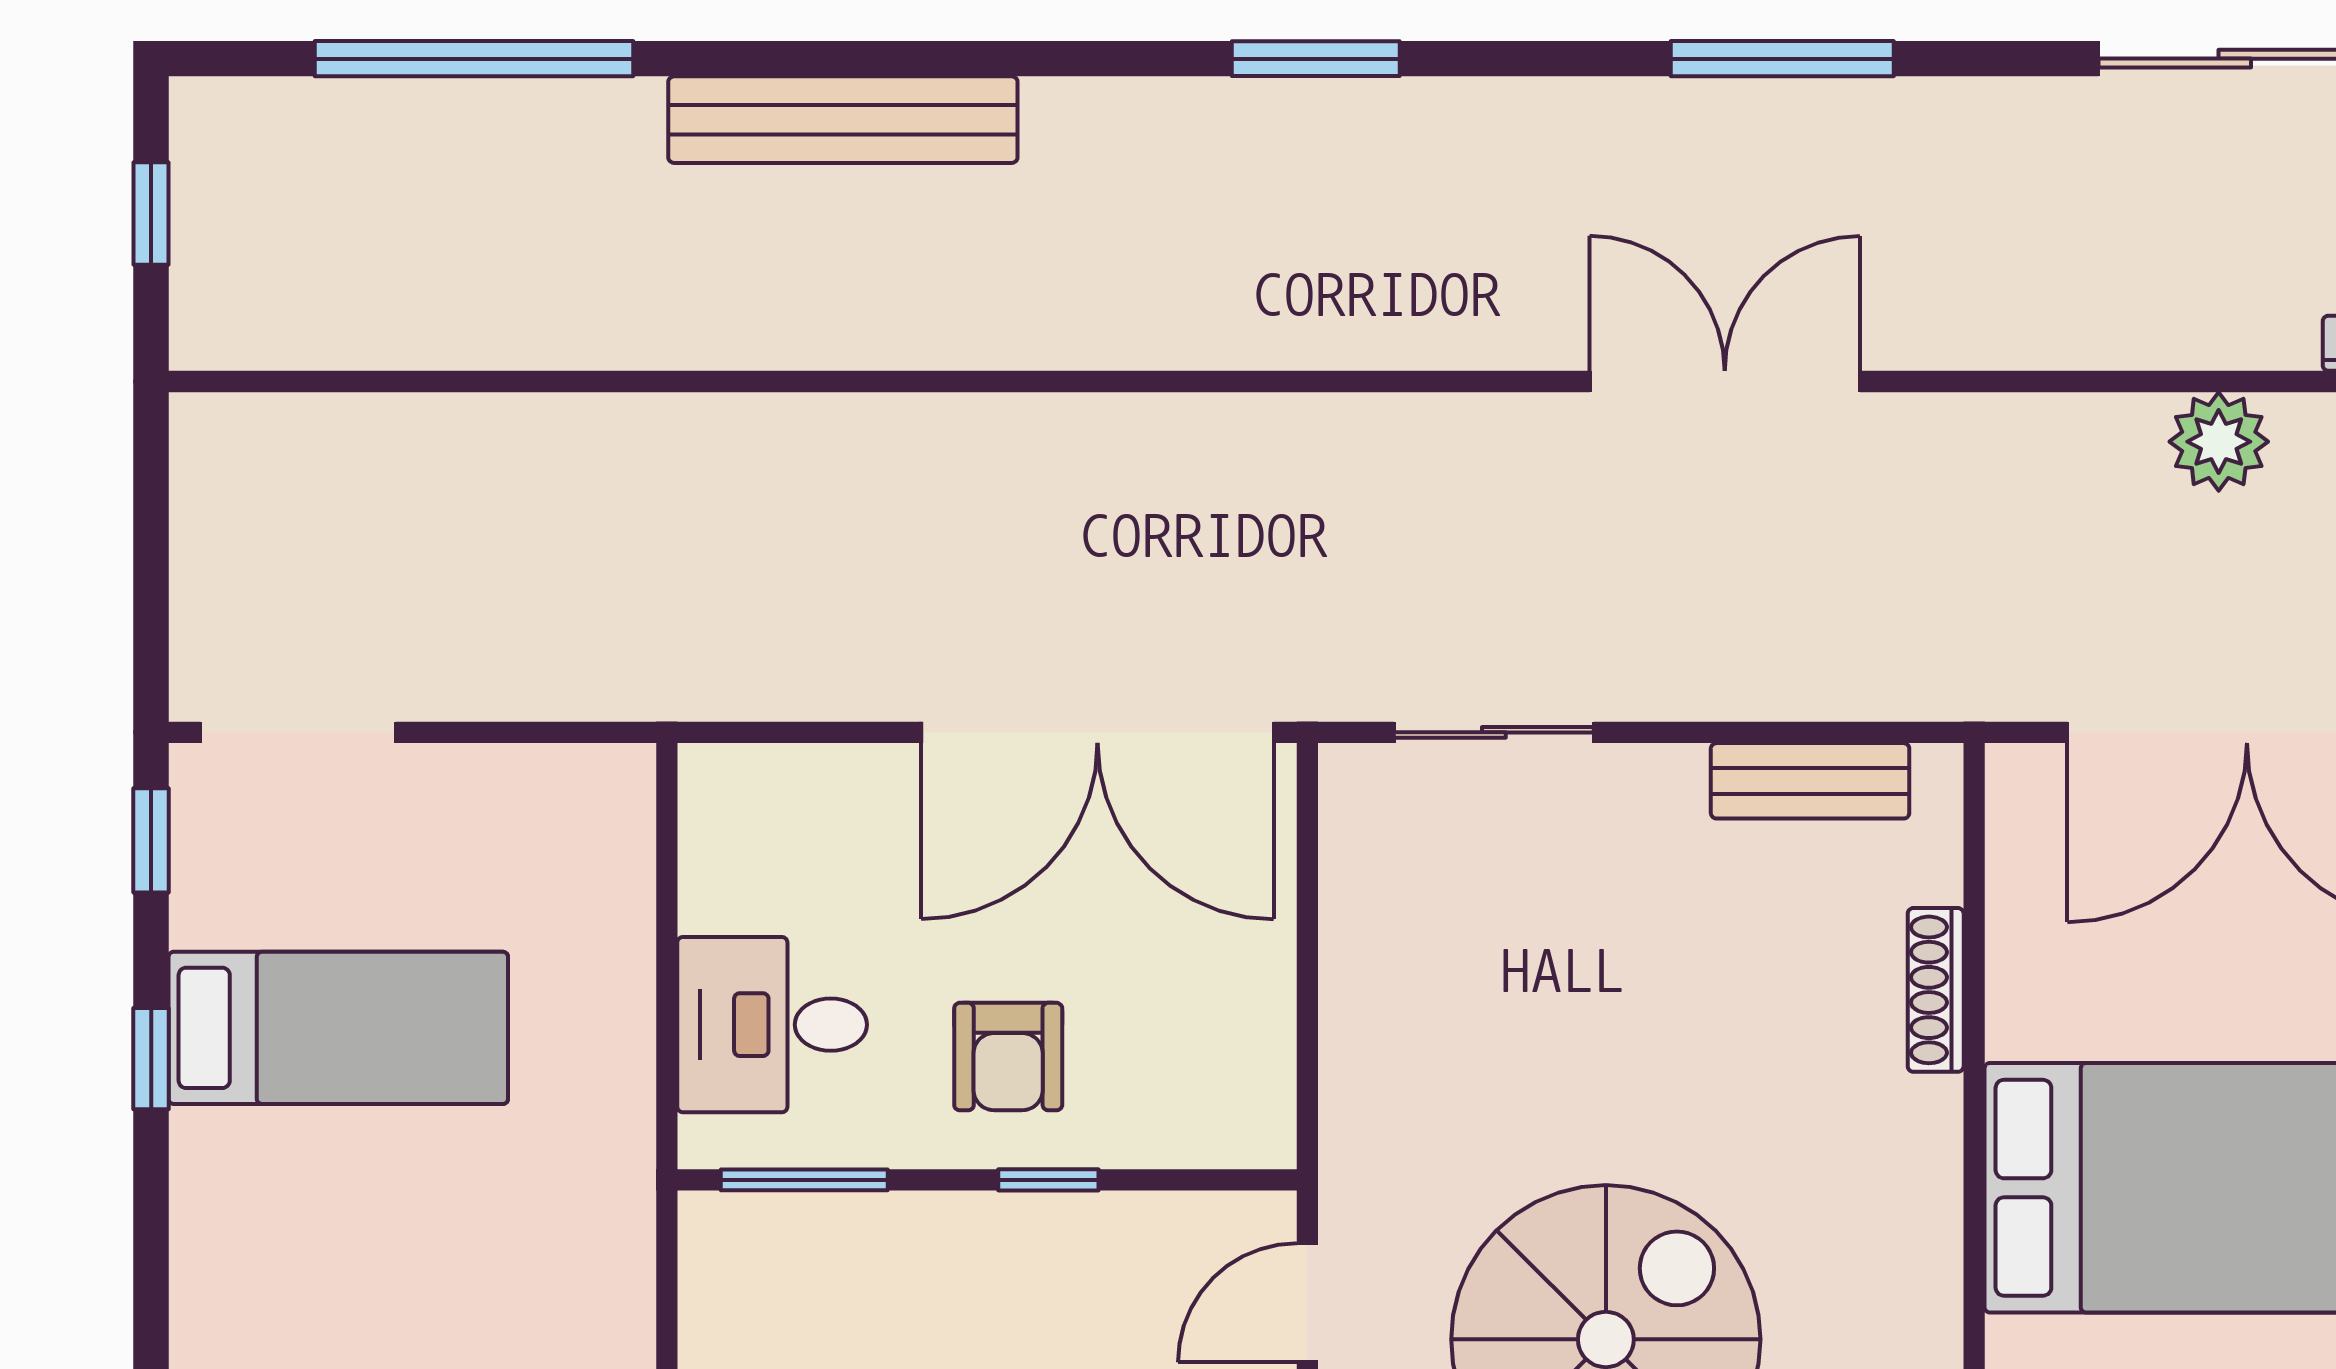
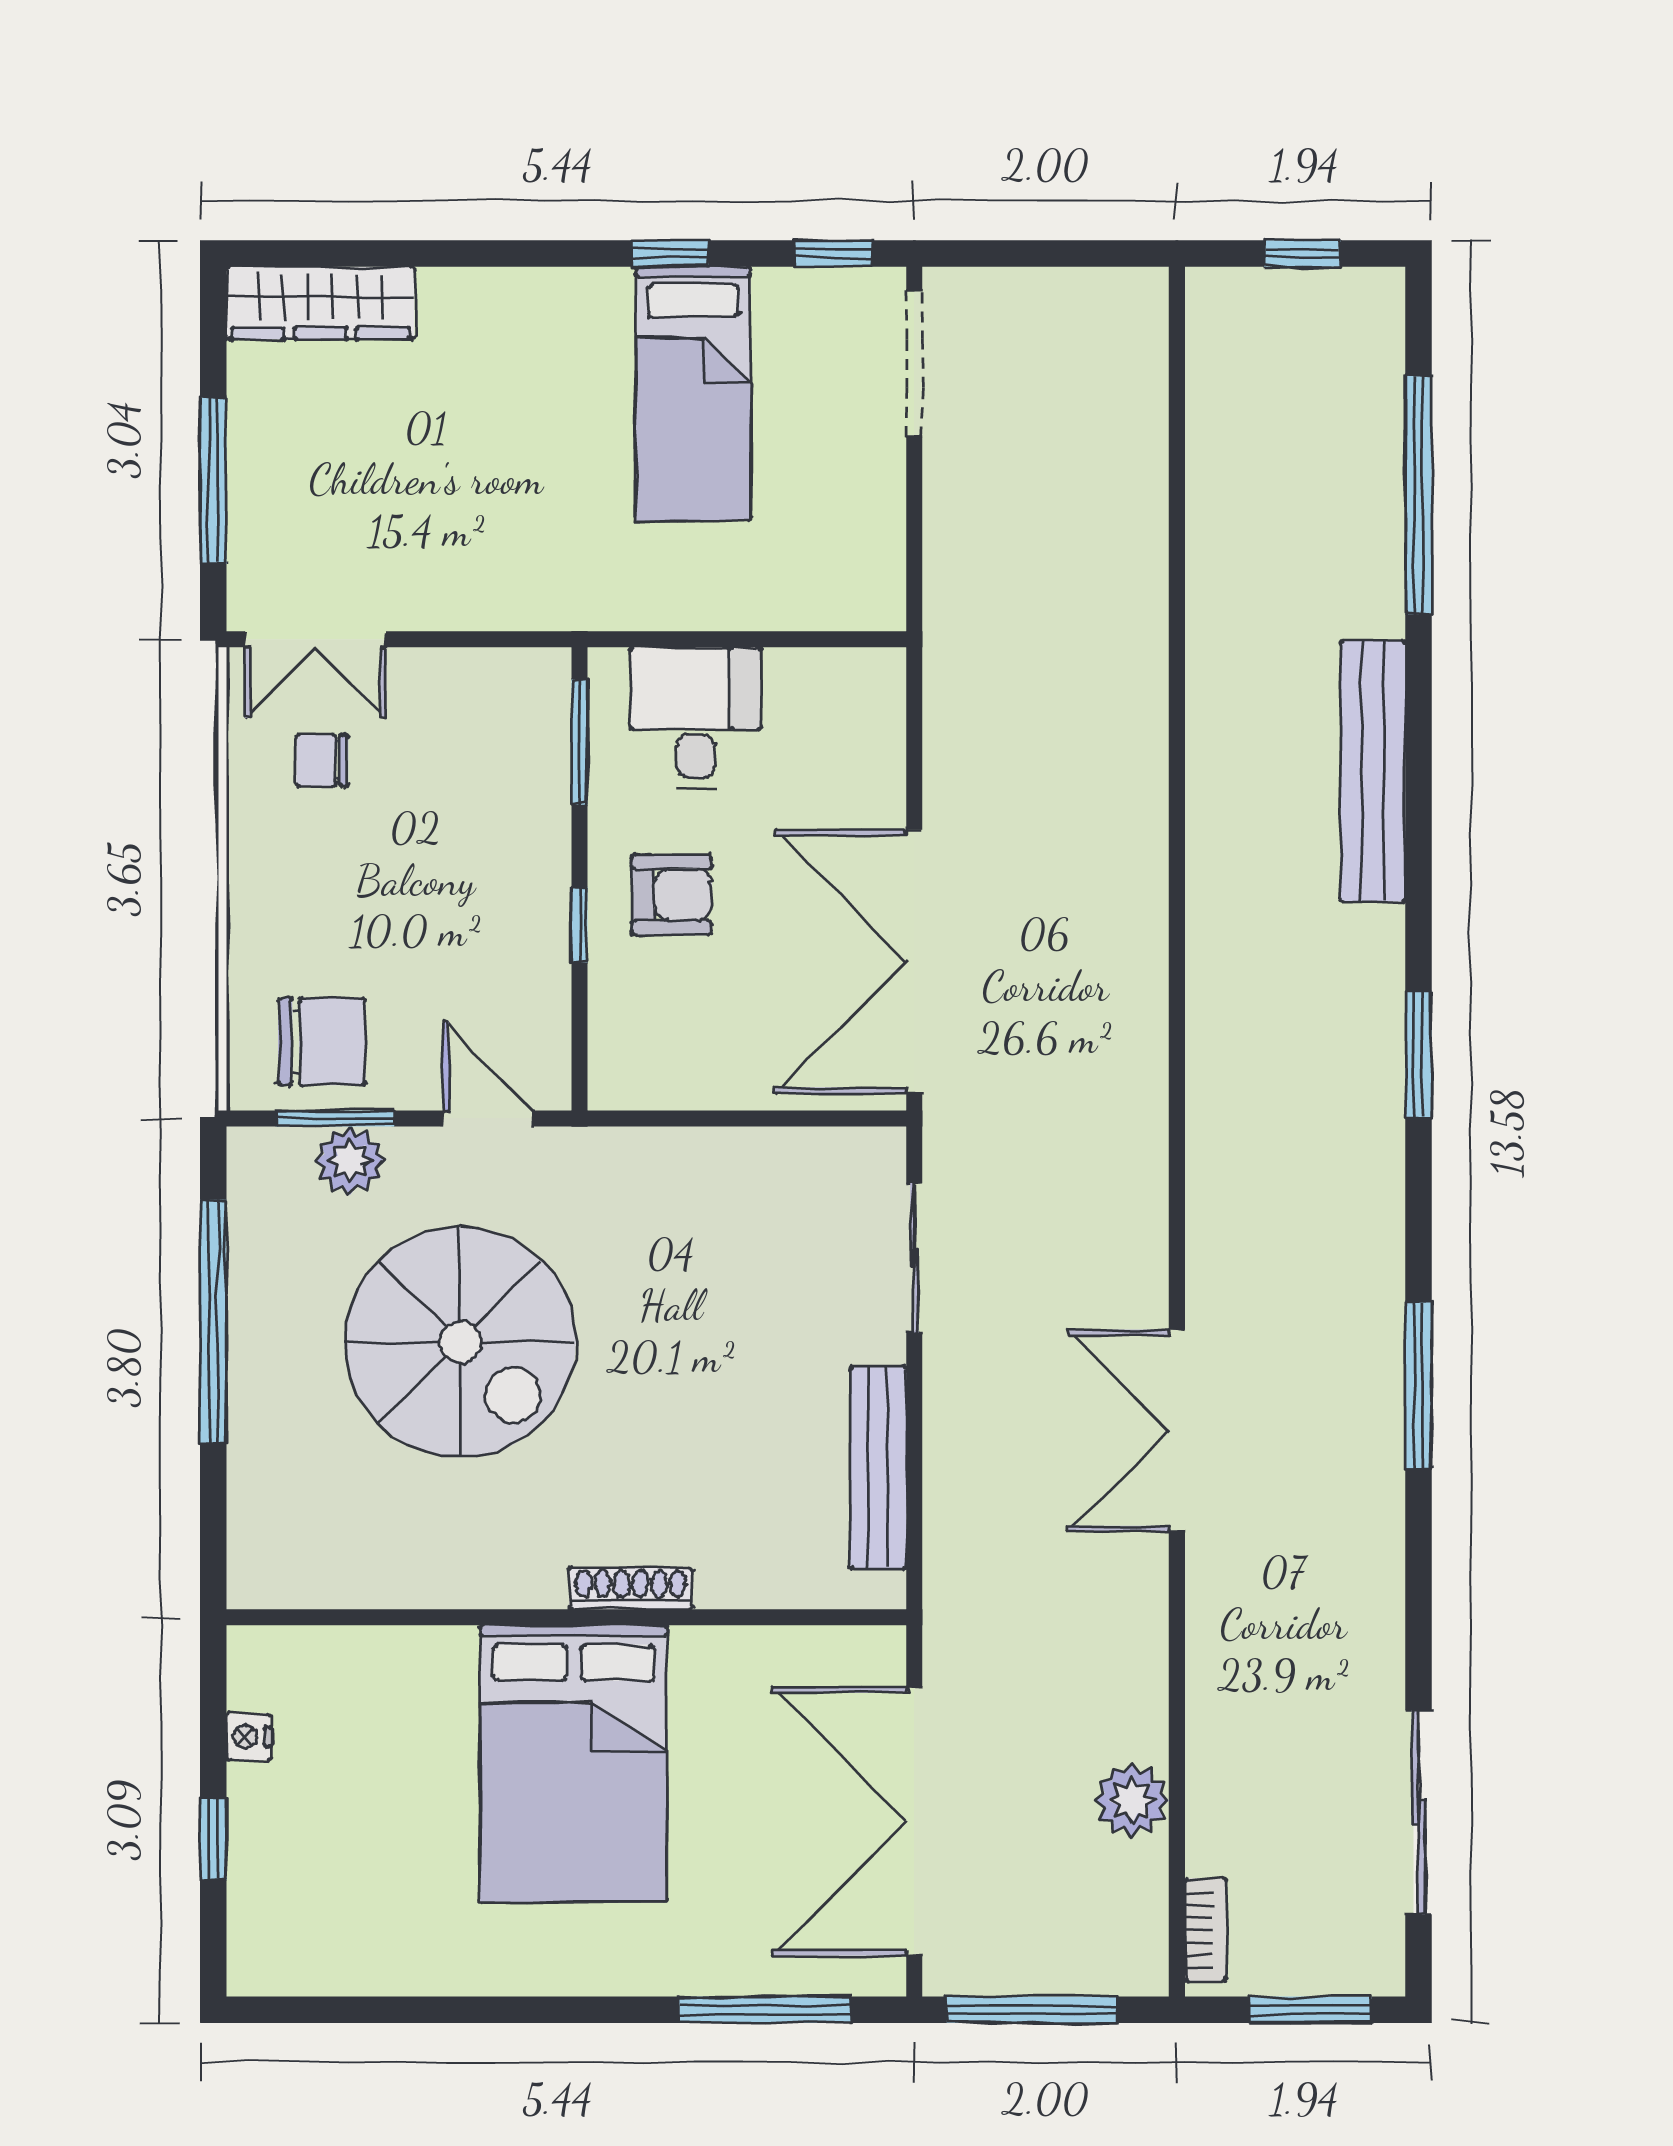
window: (1316, 59) -> (1418, 1054), moved
window: (1782, 59) -> (1418, 1385), moved
double door: (1725, 382) -> (1177, 1431), swing flipped
bench: (1810, 781) -> (878, 1468), width x1.36
shoe rack: (1936, 990) -> (631, 1589), moved
armchair: (1008, 1057) -> (672, 895), turned 180

